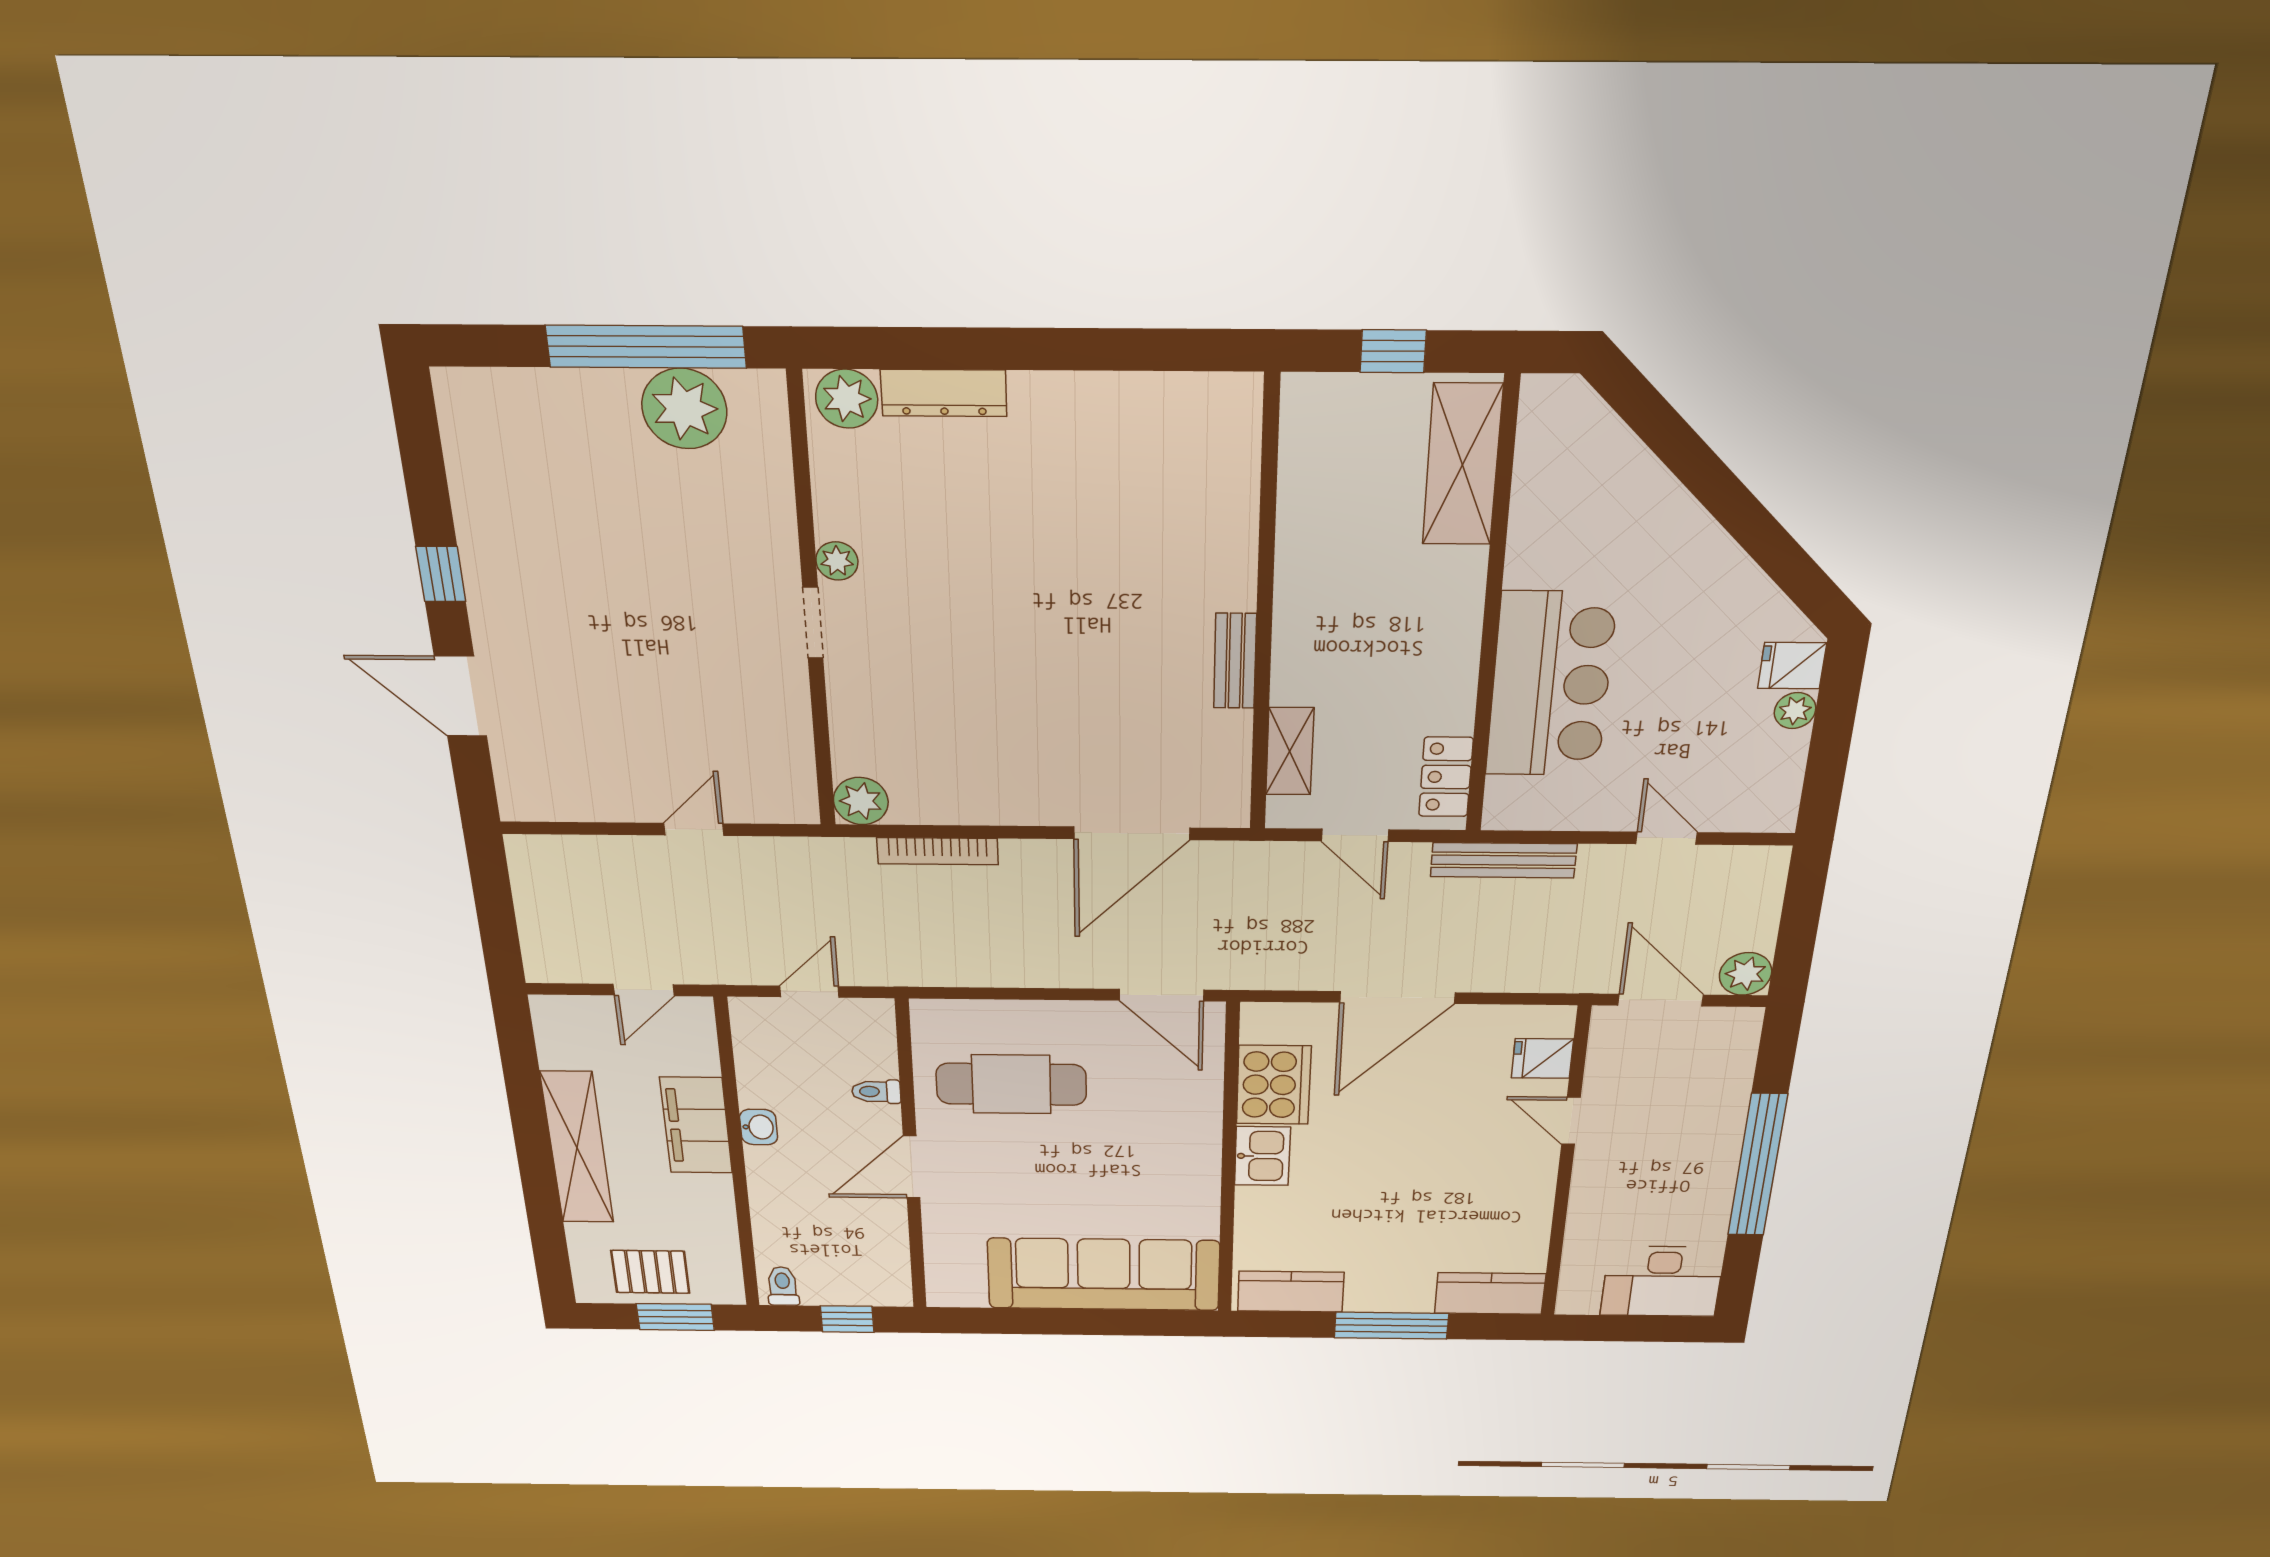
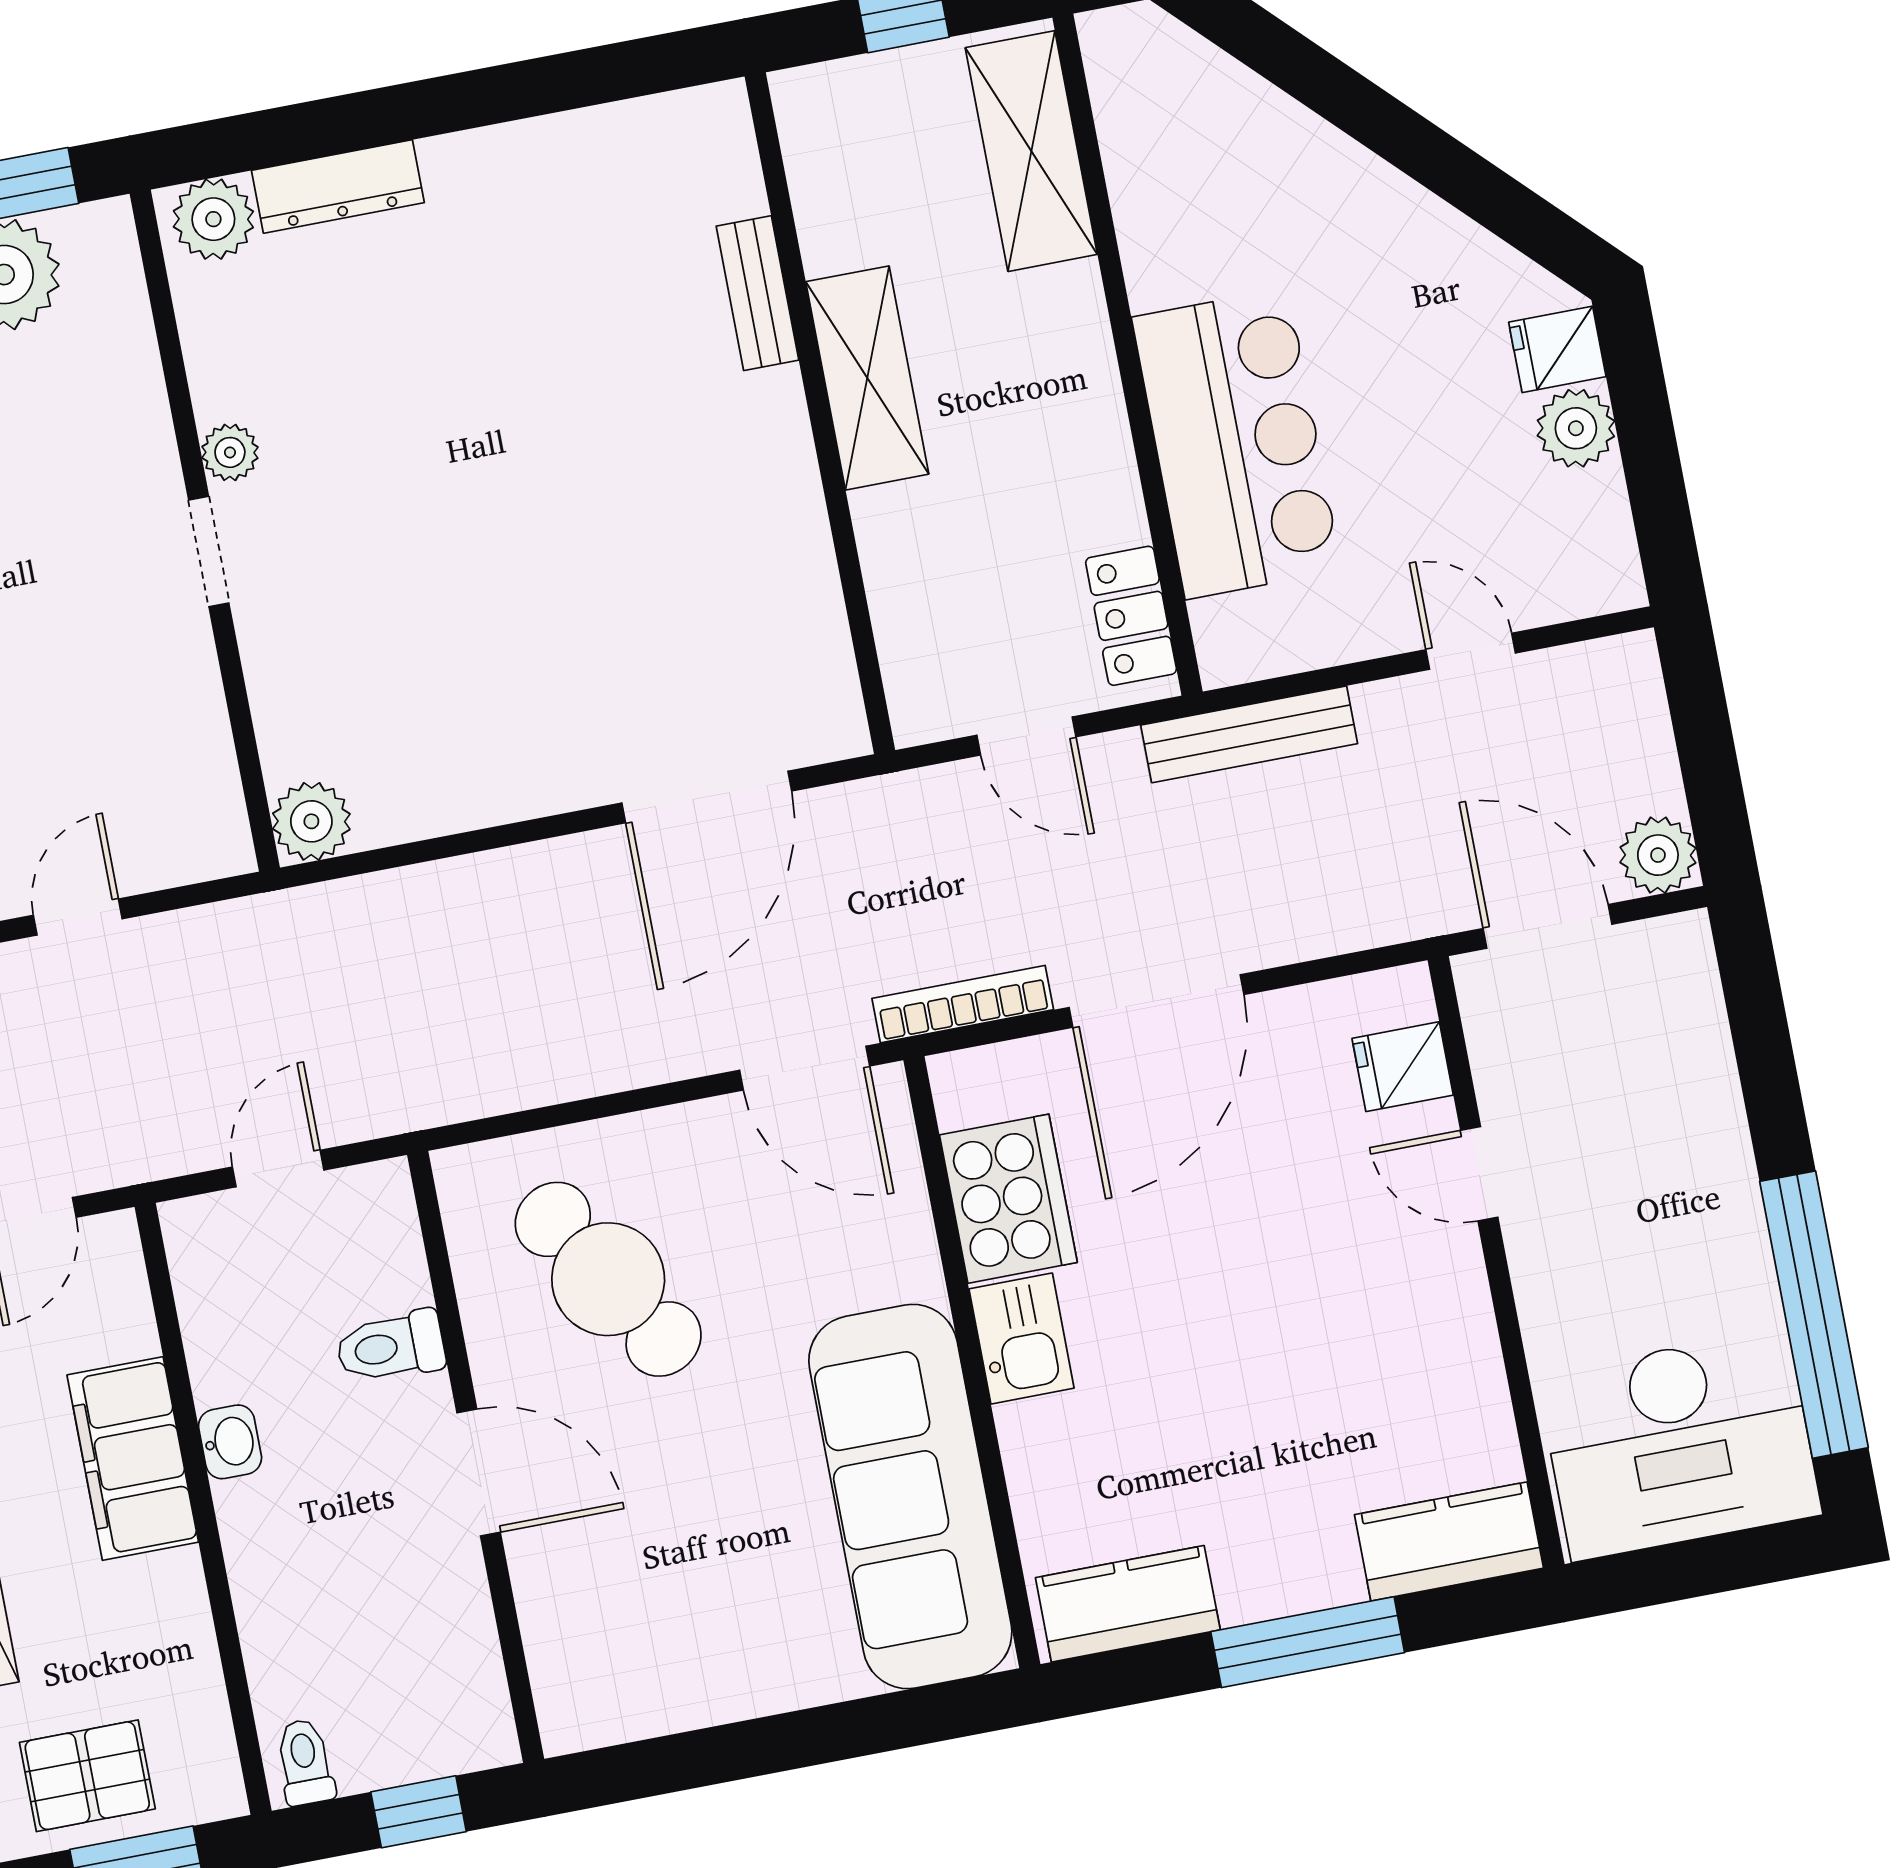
bench: (1235, 661) -> (757, 293), moved
plant: (1795, 711) -> (1576, 428), width x1.38, depth x1.38
shelving: (1290, 751) -> (867, 378), moved, width x1.50, depth x1.33
bookcase: (938, 851) -> (963, 1004), moved, turned 180
cafe table: (1011, 1084) -> (608, 1279), turned 58
toilet: (876, 1092) -> (391, 1347), width x1.37, depth x1.39
window: (1757, 1165) -> (1814, 1315), moved
door: (912, 1167) -> (479, 1473), swing flipped
sofa: (1104, 1274) -> (910, 1497), moved, turned -90
desk: (1662, 1282) -> (1679, 1445), width x1.36, depth x1.30

